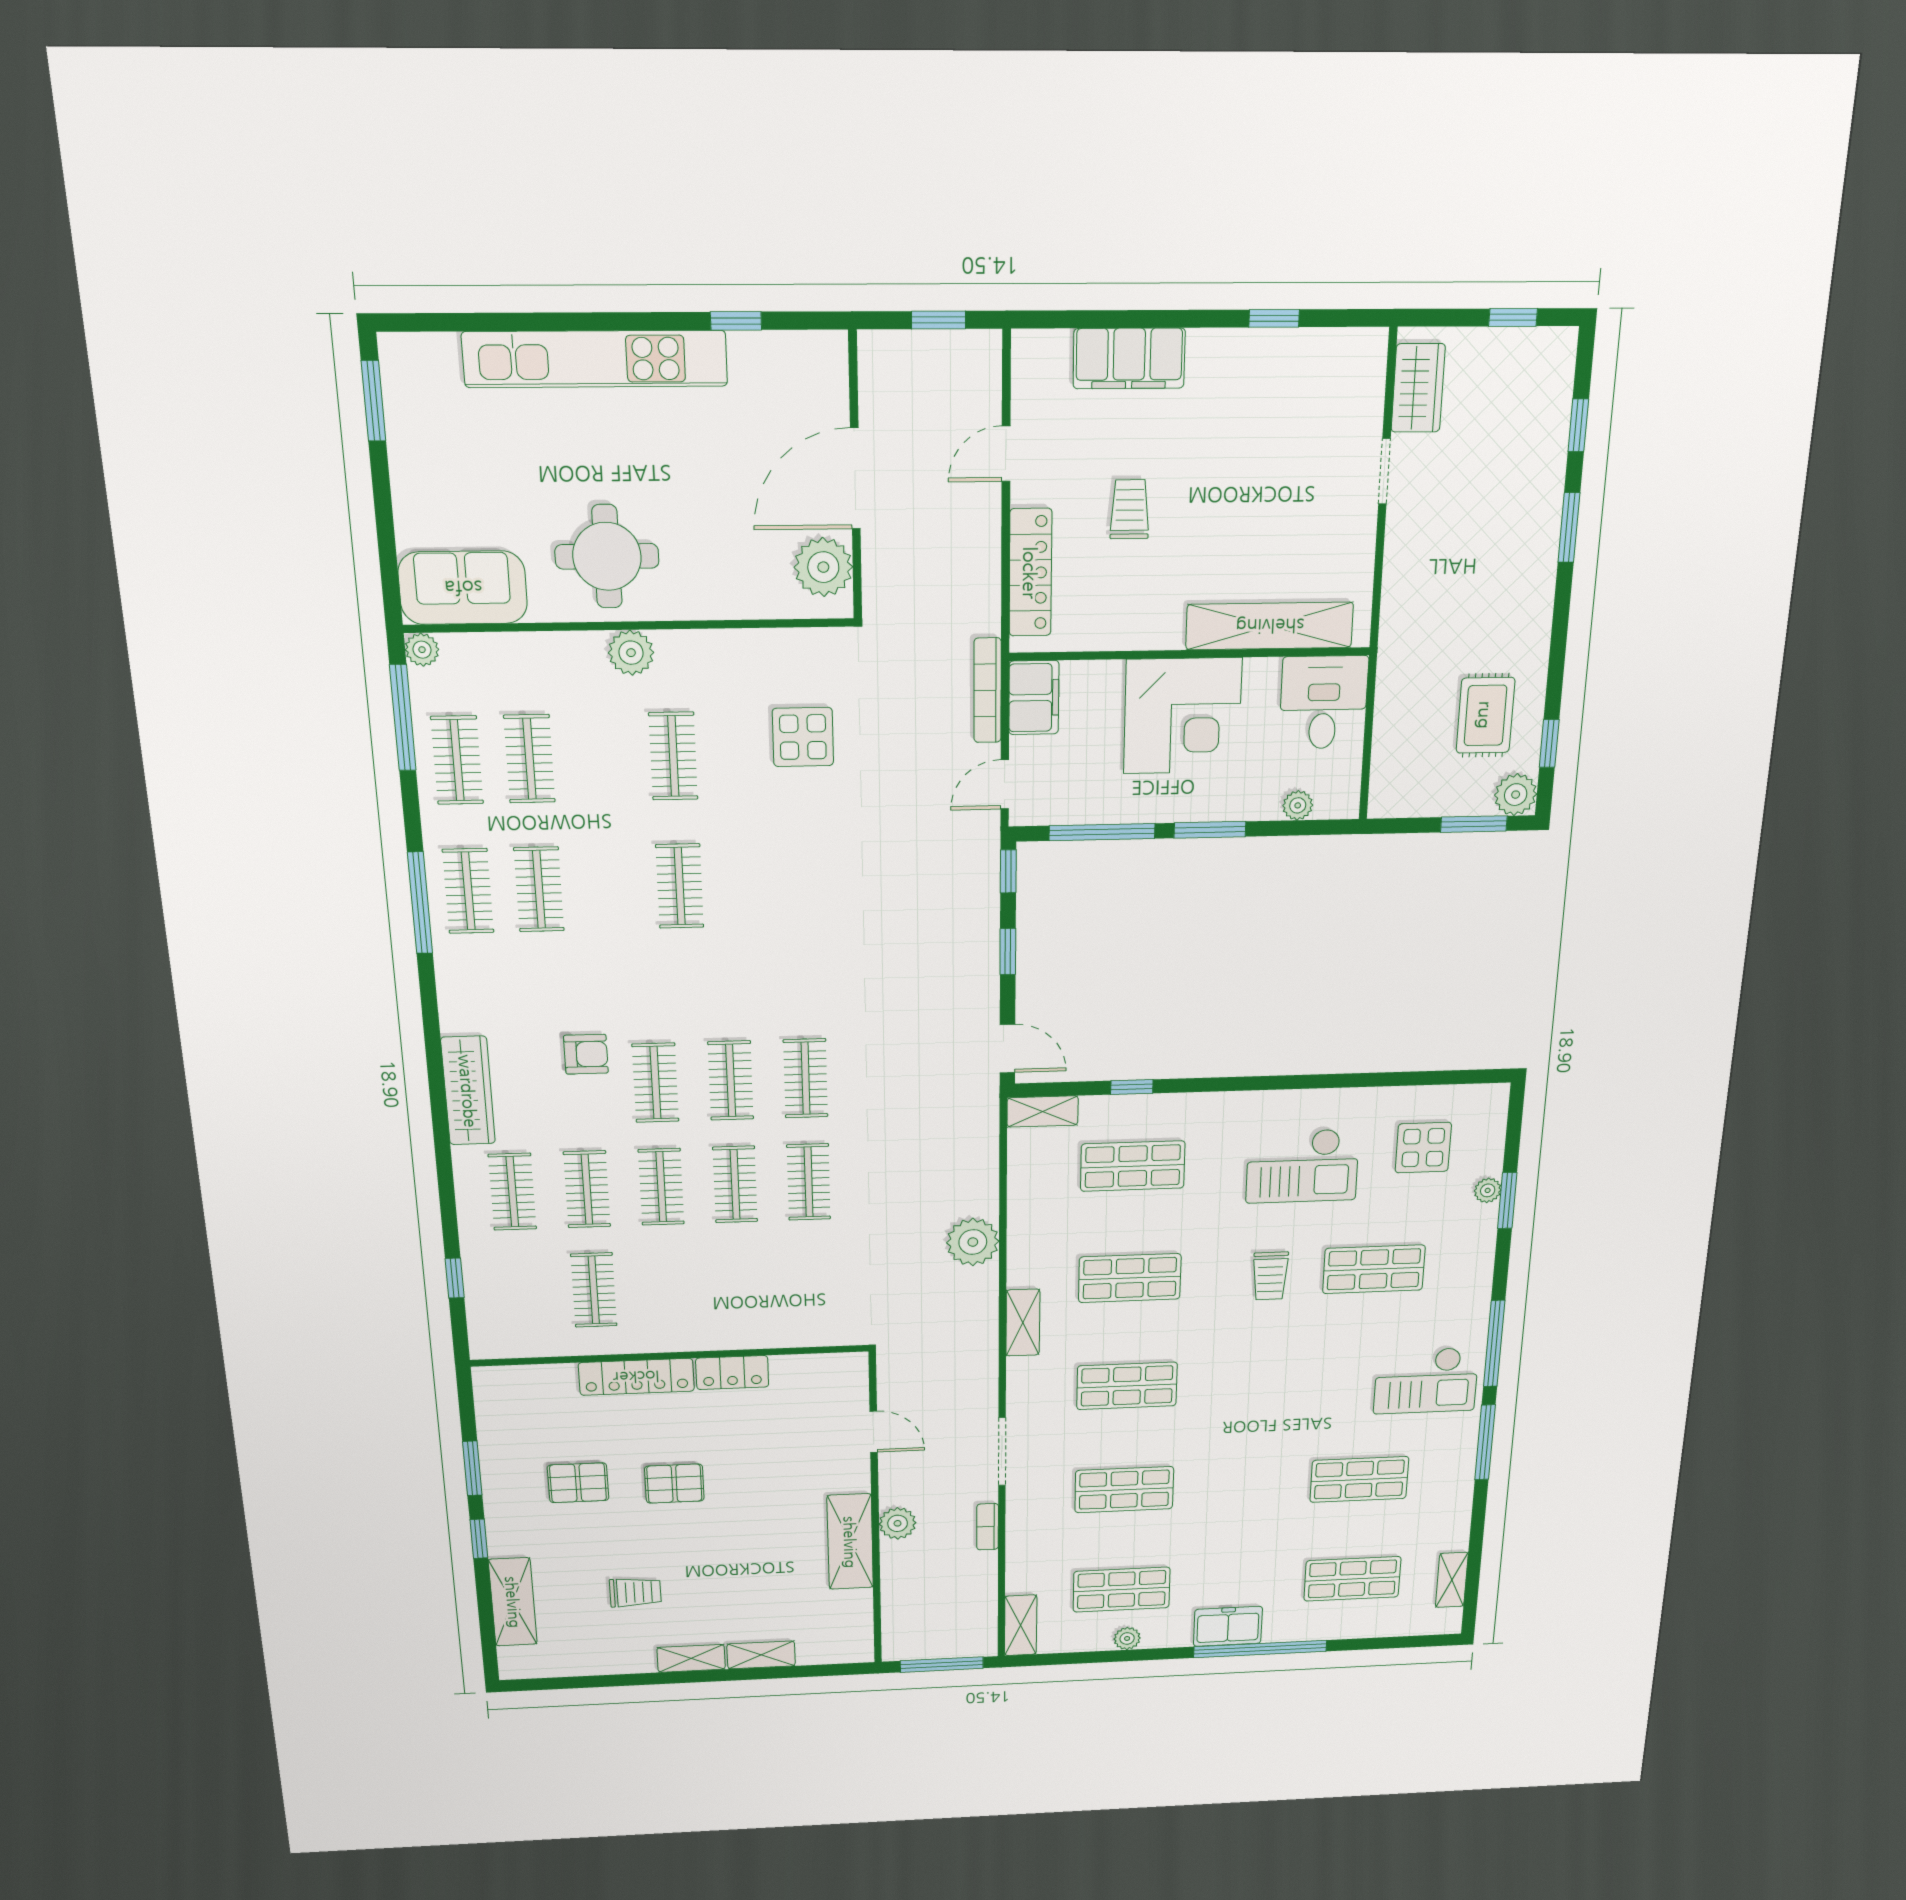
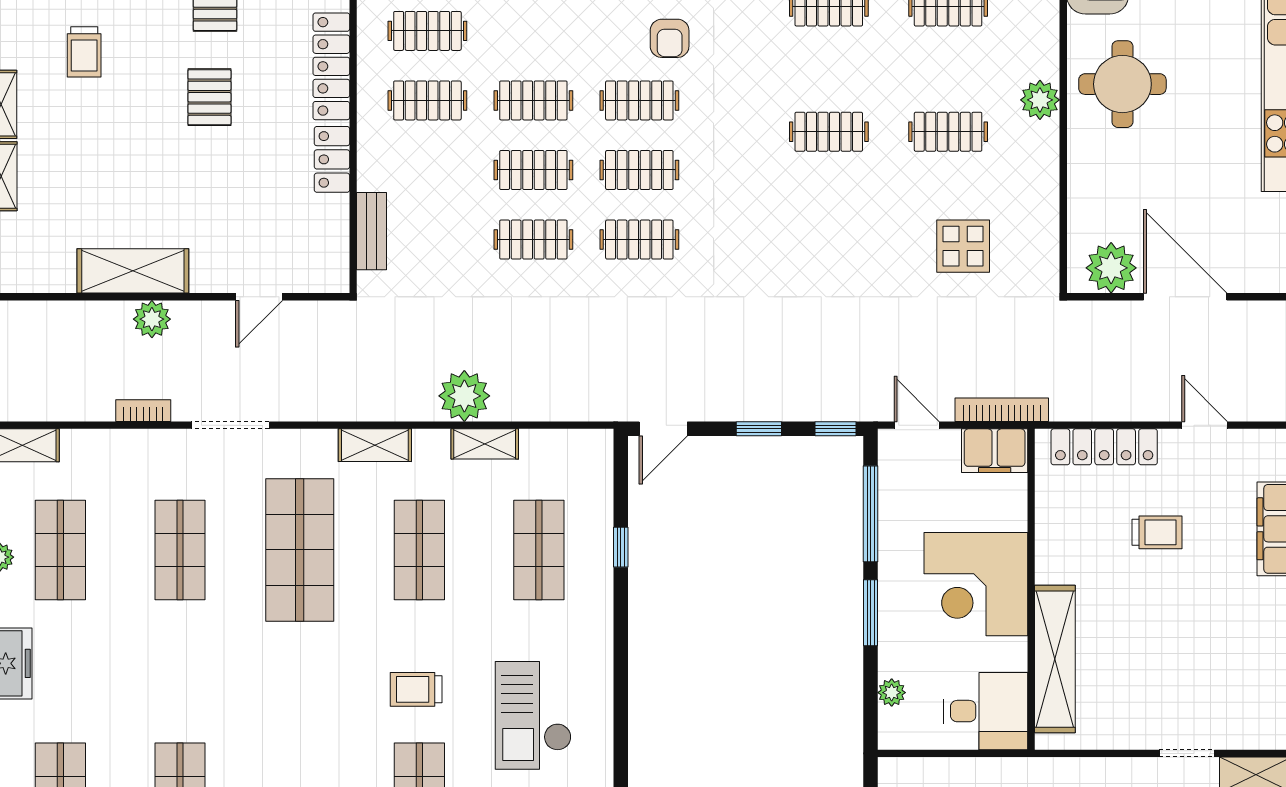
shelving: (1043, 1111) -> (485, 444), moved, turned 90
clothes rail: (587, 1189) -> (427, 100), moved
bench: (804, 1334) -> (371, 231), added
shop shelf: (1127, 1386) -> (300, 550), width x1.43, depth x1.36

